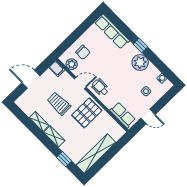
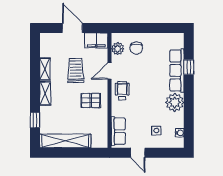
row of seats: (112, 31) -> (177, 71), moved
window: (141, 45) -> (189, 67), moved
filing cabinet: (57, 69) -> (96, 40), width x2.00
door: (80, 83) -> (109, 71), swing flipped
pallet: (87, 113) -> (91, 100), width x0.67, depth x0.71

